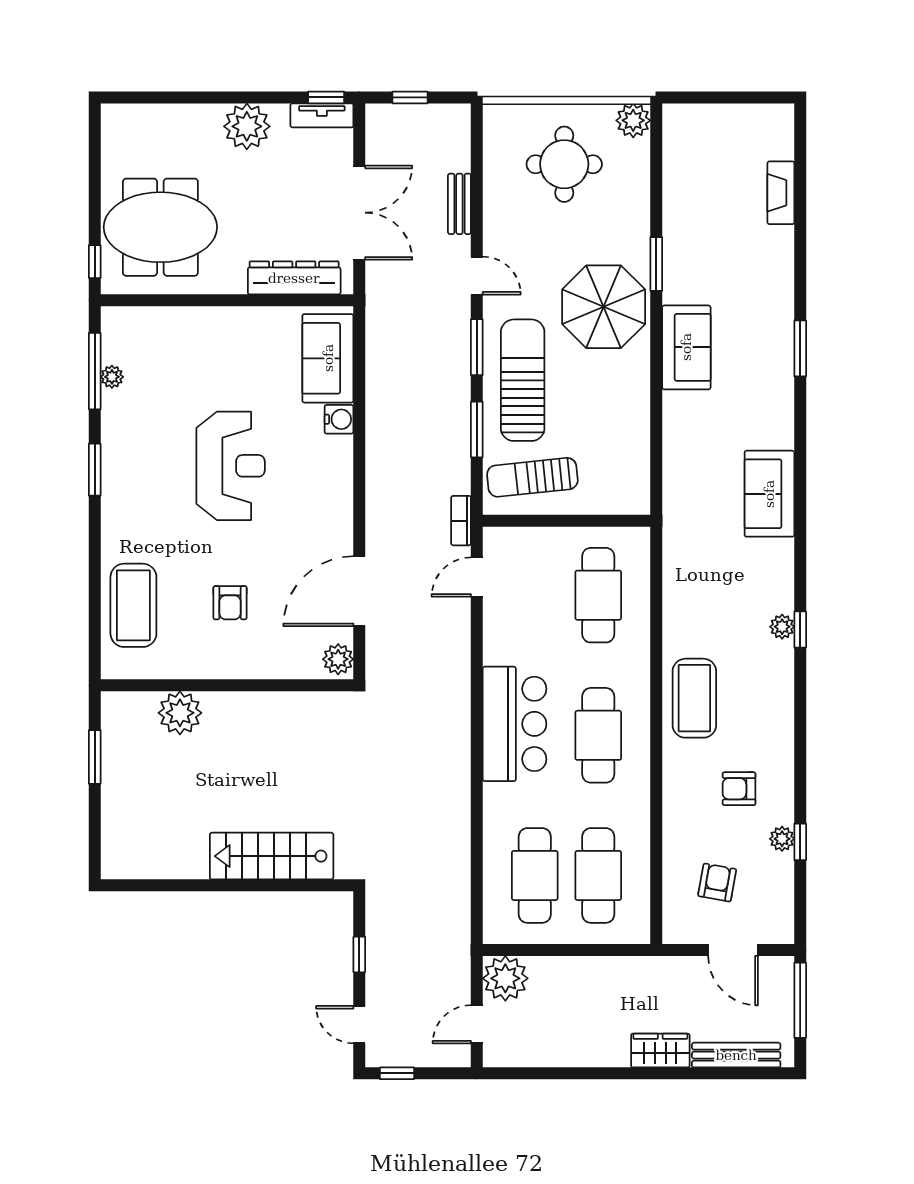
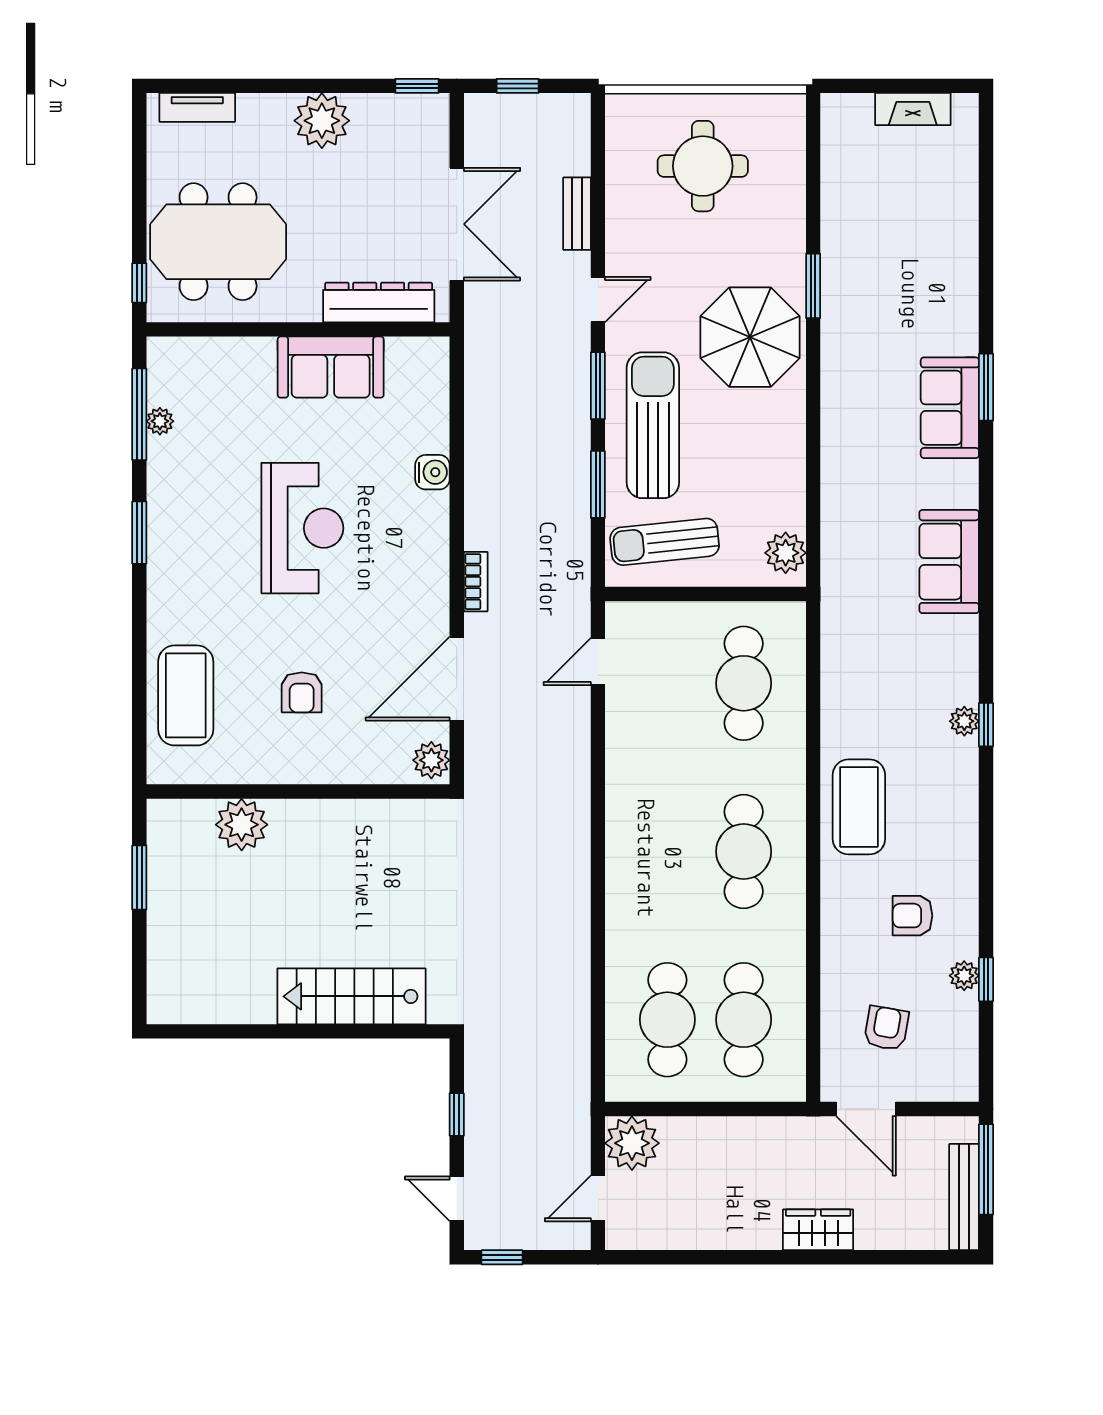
tv unit: (322, 115) -> (197, 107), moved
plant: (633, 120) -> (786, 553), moved
fireplace: (781, 193) -> (913, 109), moved, turned -90
door: (477, 276) -> (598, 300), hinge flipped
sofa: (686, 347) -> (950, 408), moved, turned 180
sofa: (328, 358) -> (331, 367), moved, turned -90
bookcase: (461, 521) -> (476, 582), moved, turned 180
bar counter: (515, 724) -> (643, 838), removed
door: (733, 950) -> (866, 1109), moved
bench: (736, 1055) -> (964, 1197), moved, turned 90

